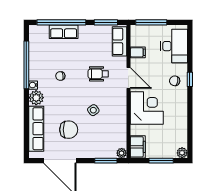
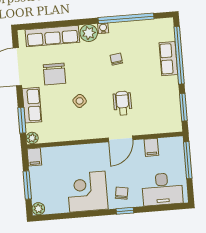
row of seats: (119, 41) -> (32, 105), moved, turned 90
corner desk: (147, 108) -> (87, 192), moved, turned 180
filing cabinet: (138, 147) -> (34, 157), width x0.50

